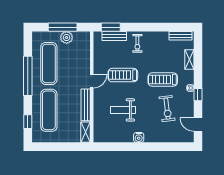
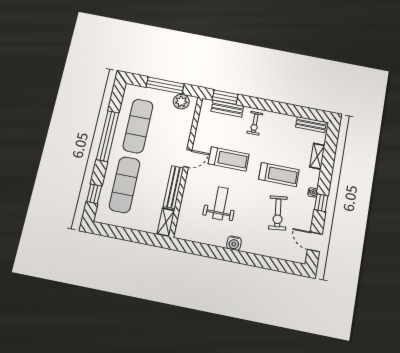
plant: (67, 37) -> (181, 102), moved
treadmill: (123, 75) -> (229, 159), turned 180
treadmill: (163, 79) -> (279, 175), turned 180
weight bench: (123, 110) -> (220, 203), turned 90

